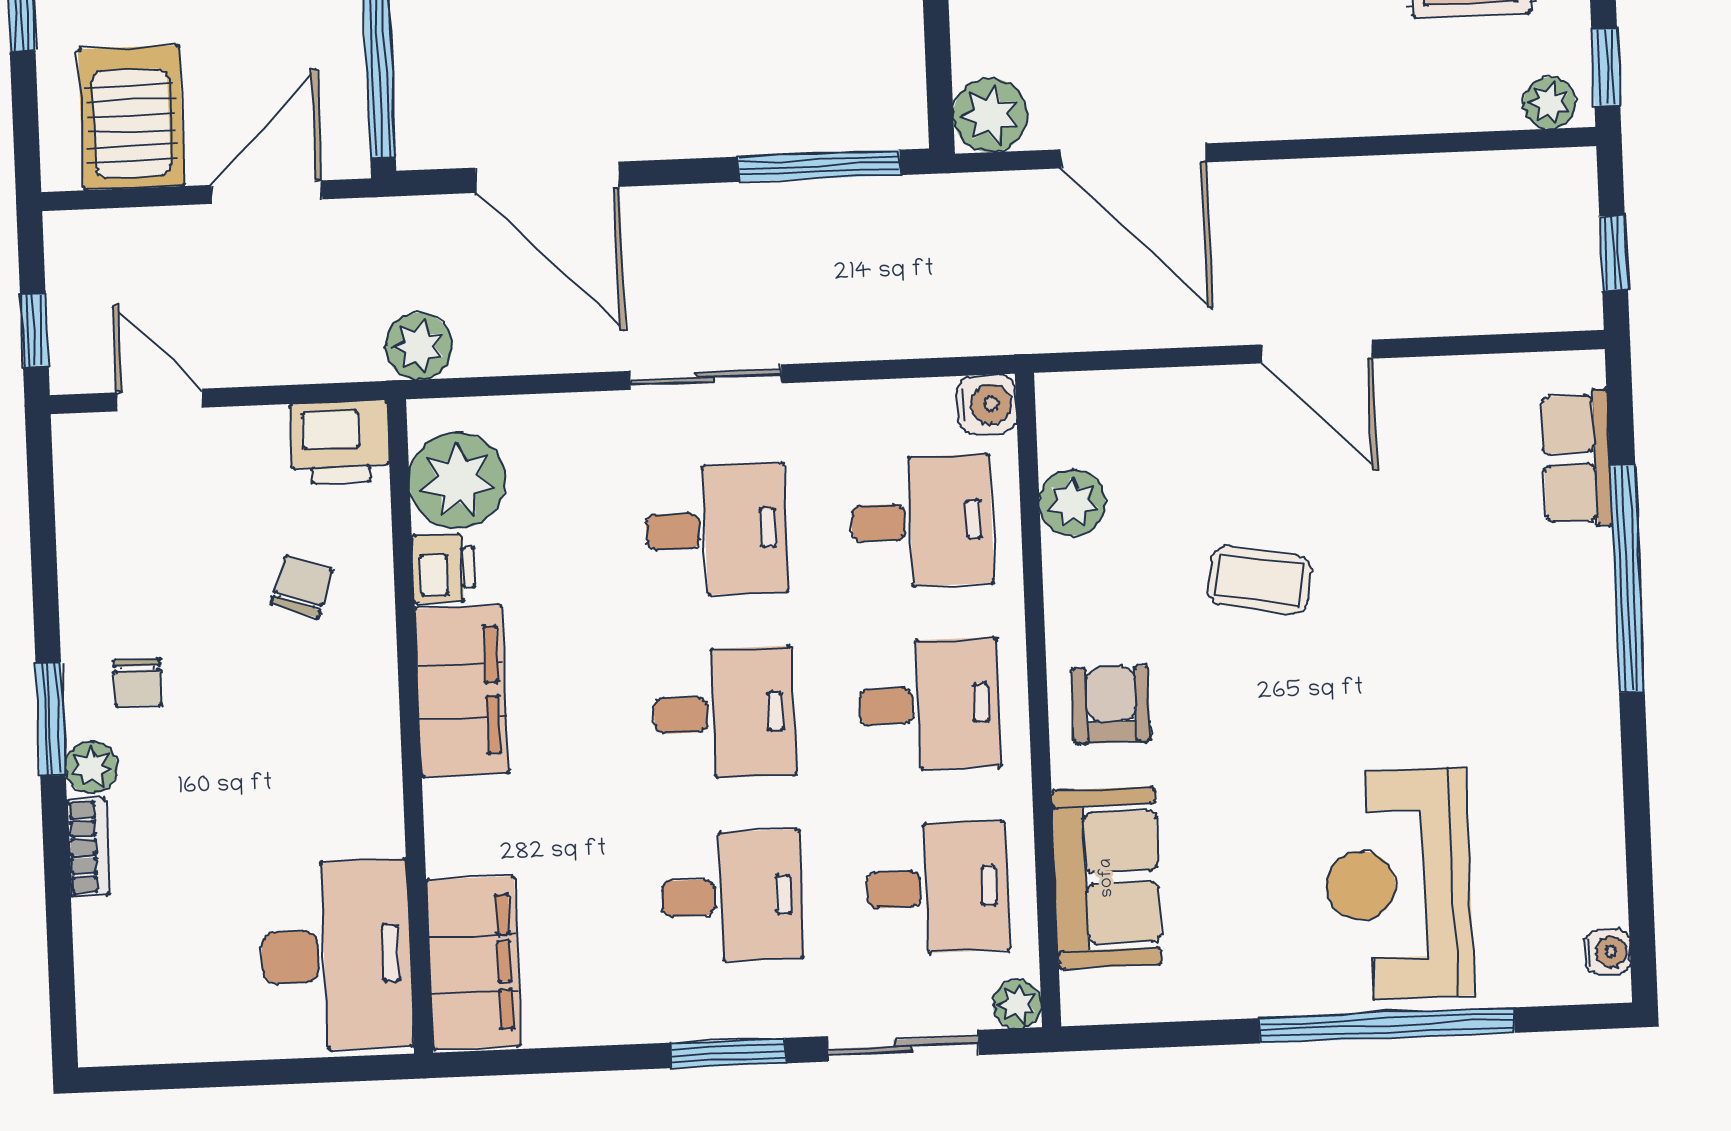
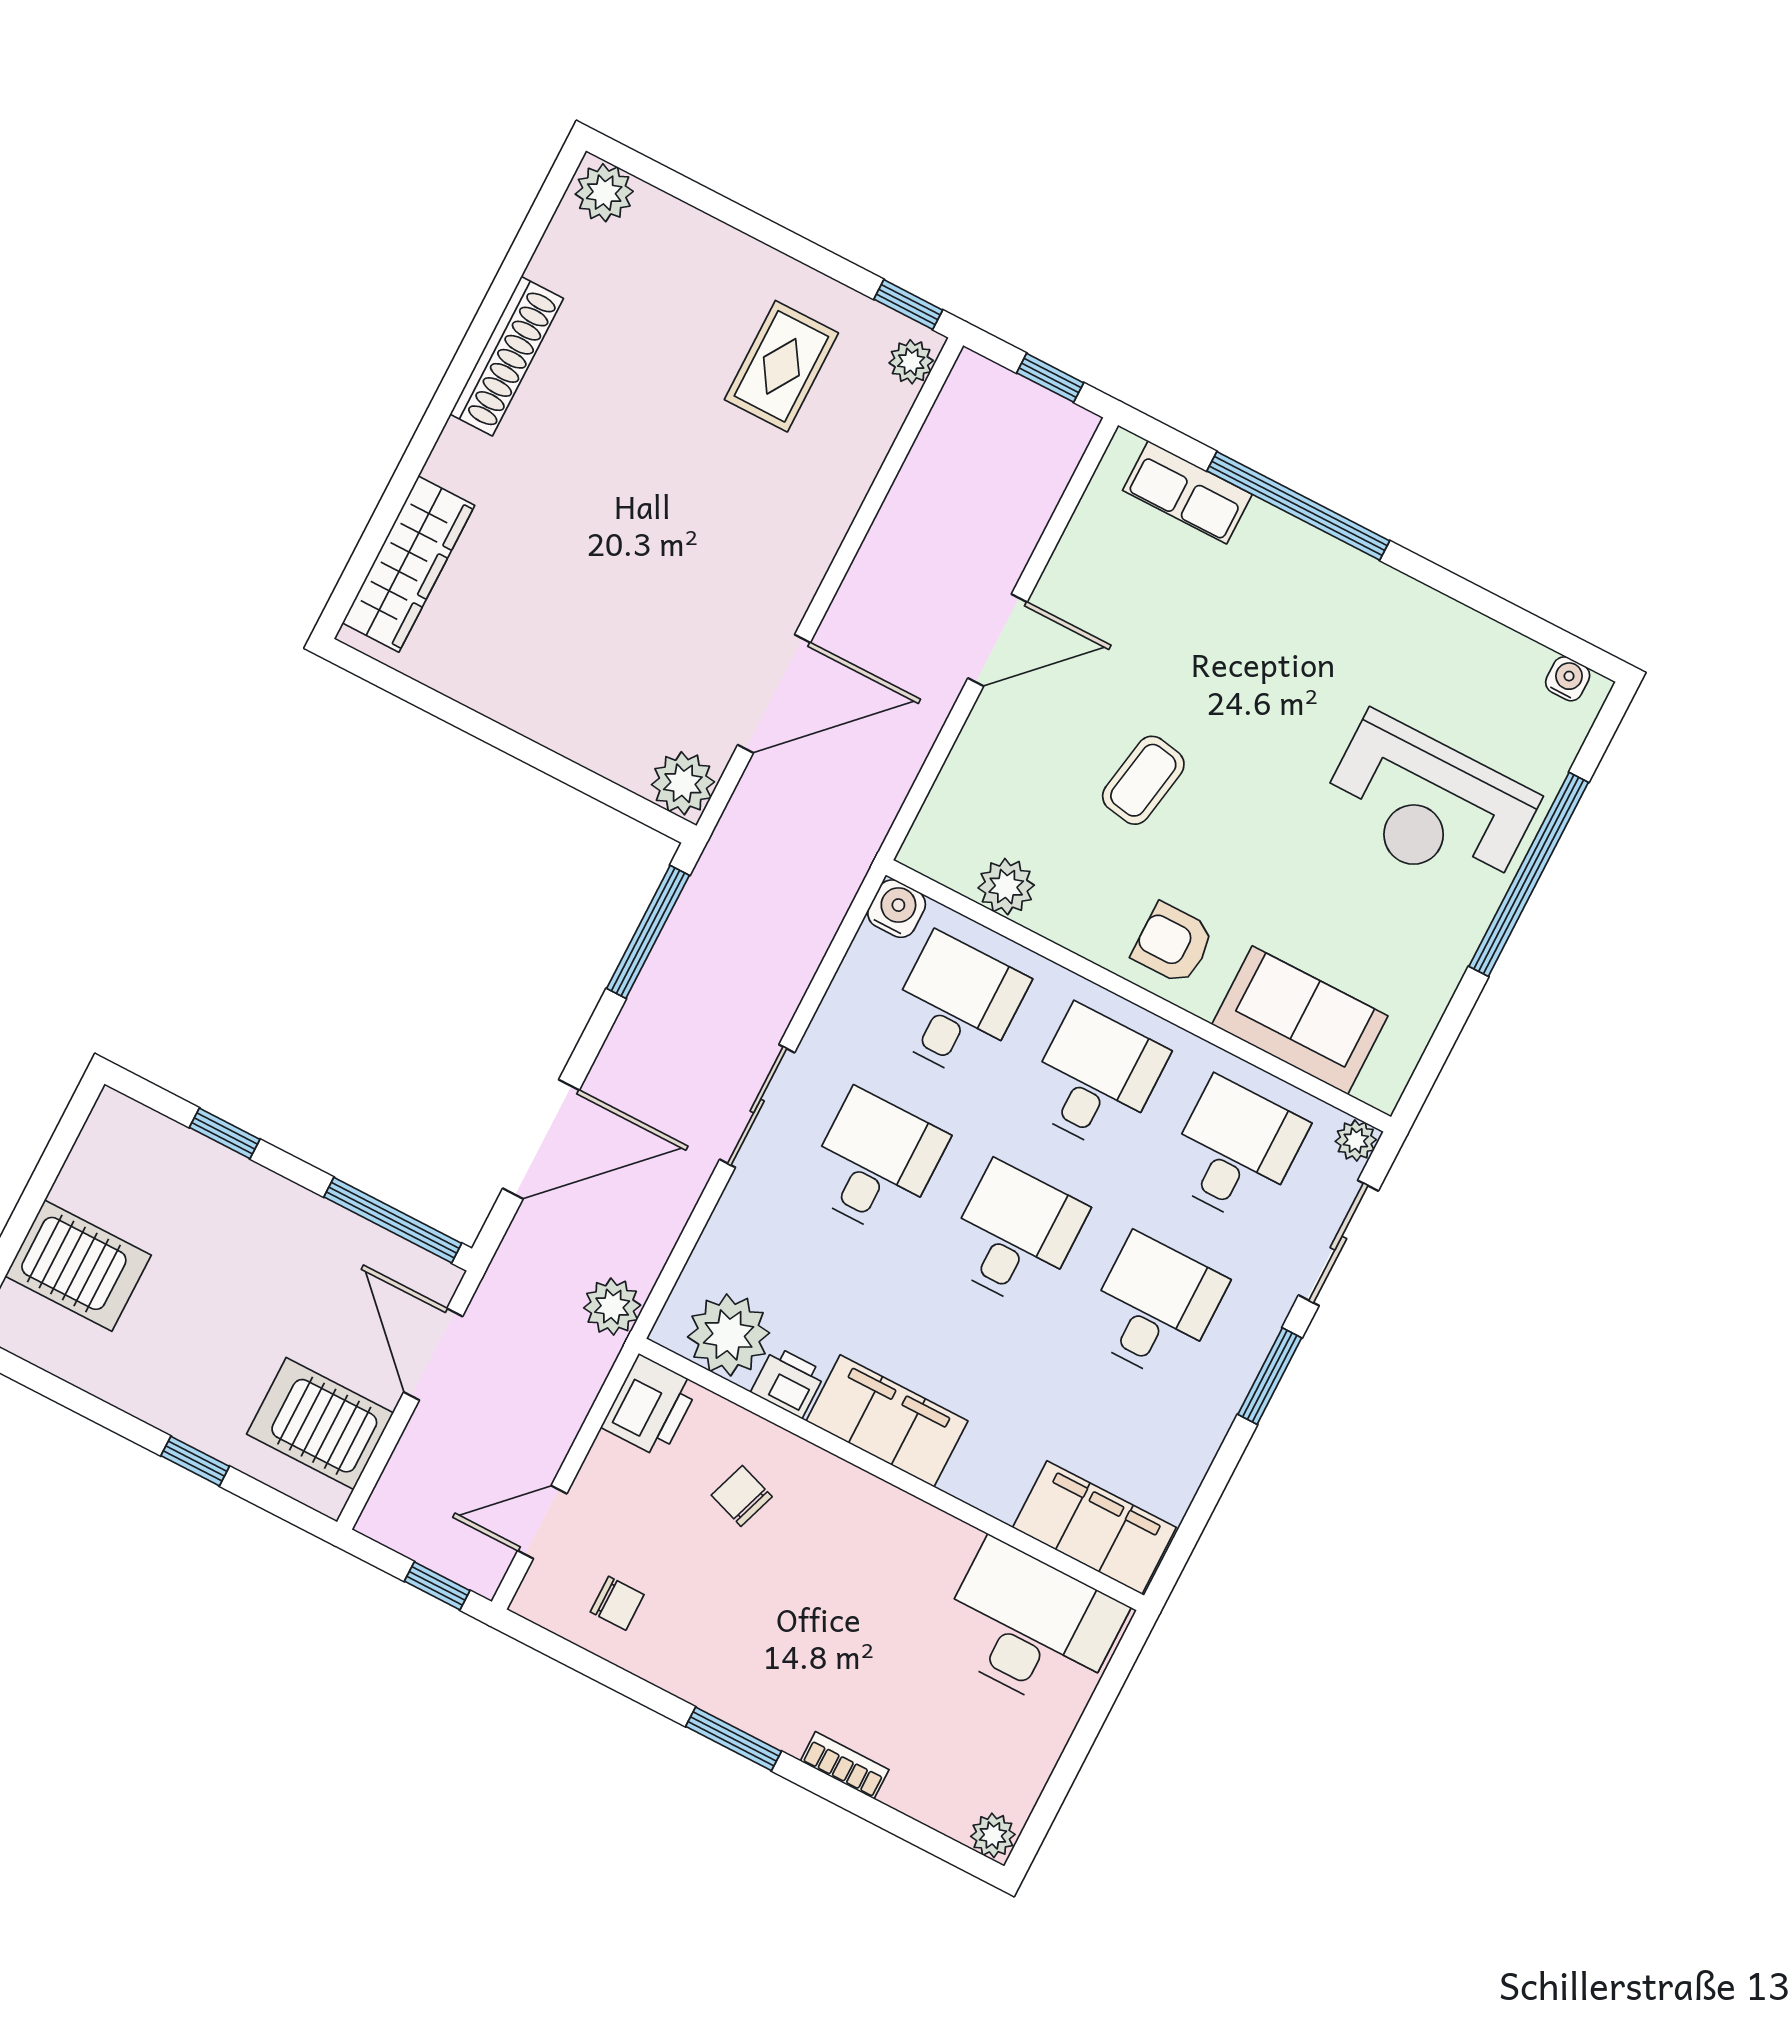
chair: (138, 682) -> (617, 1603), moved
plant: (91, 767) -> (993, 1835), moved

